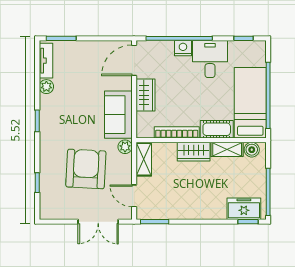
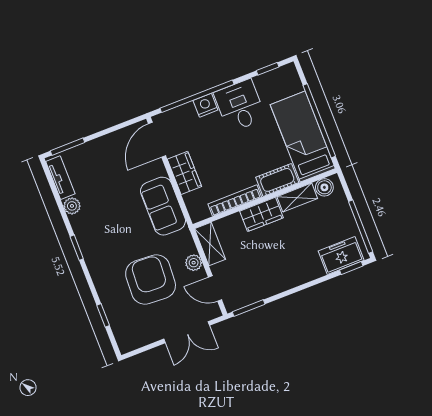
plant: (125, 147) -> (194, 263), moved

